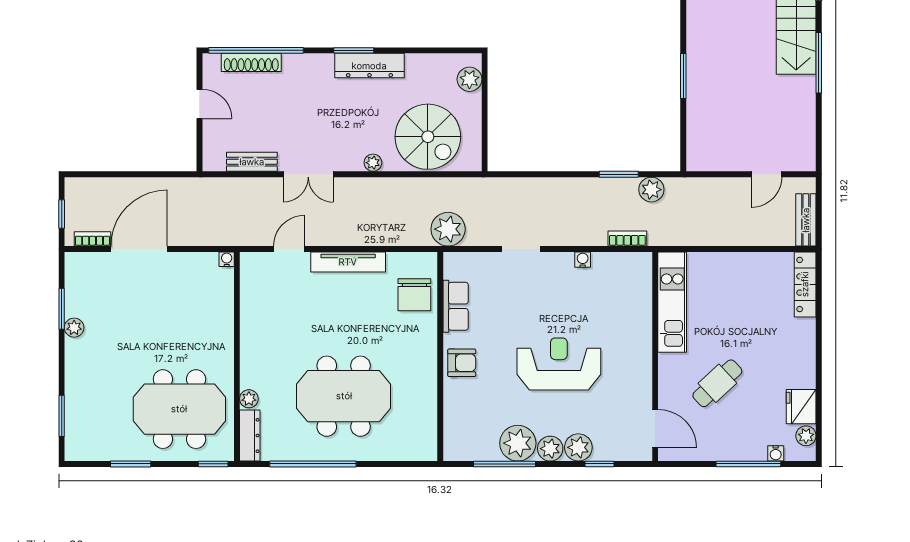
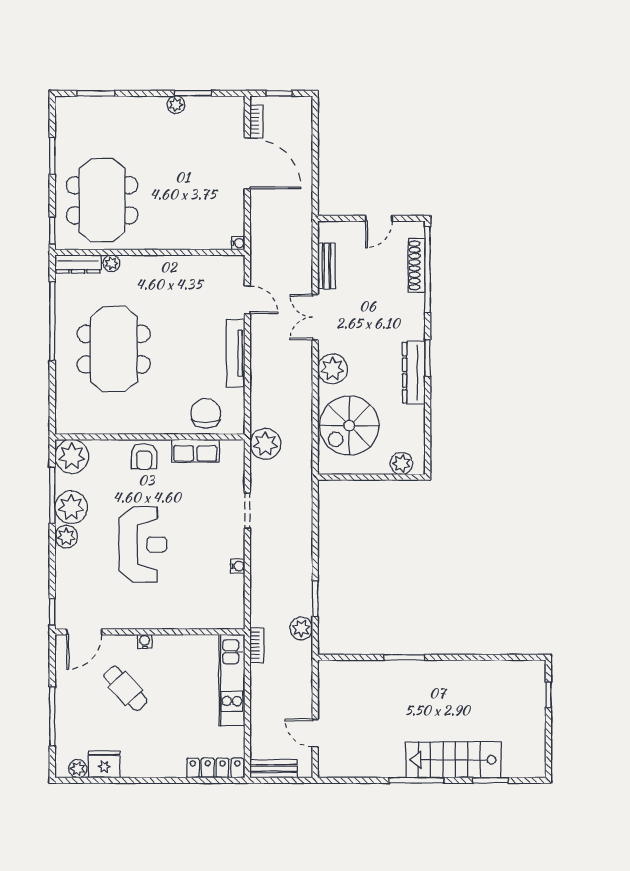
plant: (373, 163) -> (333, 369), width x1.87, depth x1.87
bookcase: (627, 239) -> (257, 645), moved
chair: (414, 295) -> (206, 413), turned 90
kitchen unit: (672, 302) -> (232, 680), moved, turned 90
plant: (578, 447) -> (72, 456), moved, width x1.36, depth x1.36
water cooler: (776, 453) -> (145, 642), moved, turned 90
window: (600, 464) -> (52, 612), moved

